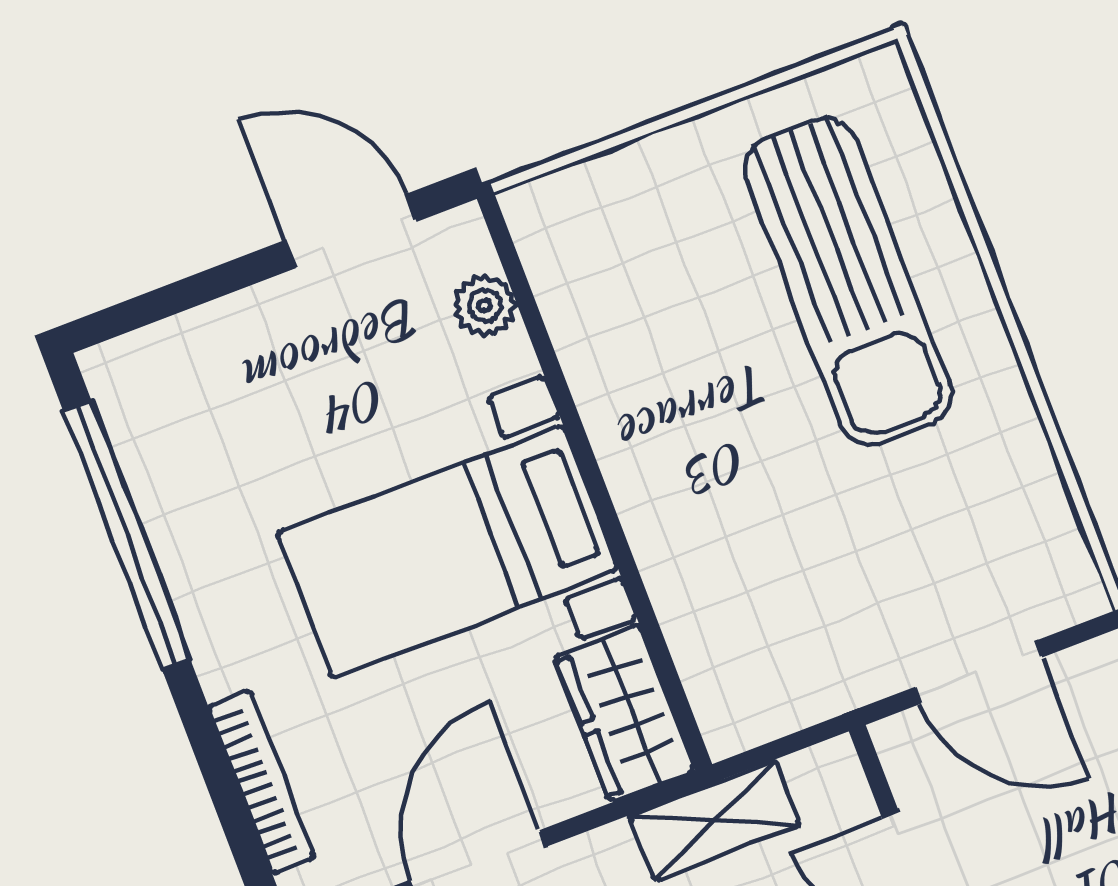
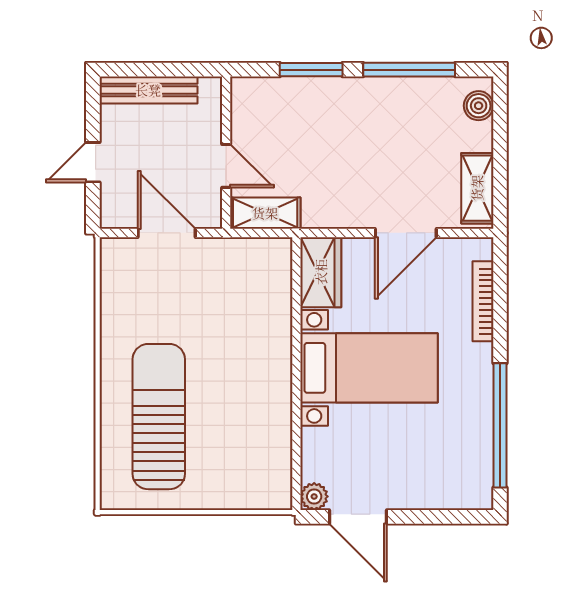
plant: (485, 305) -> (314, 497), moved
shelving: (715, 820) -> (265, 213), moved

